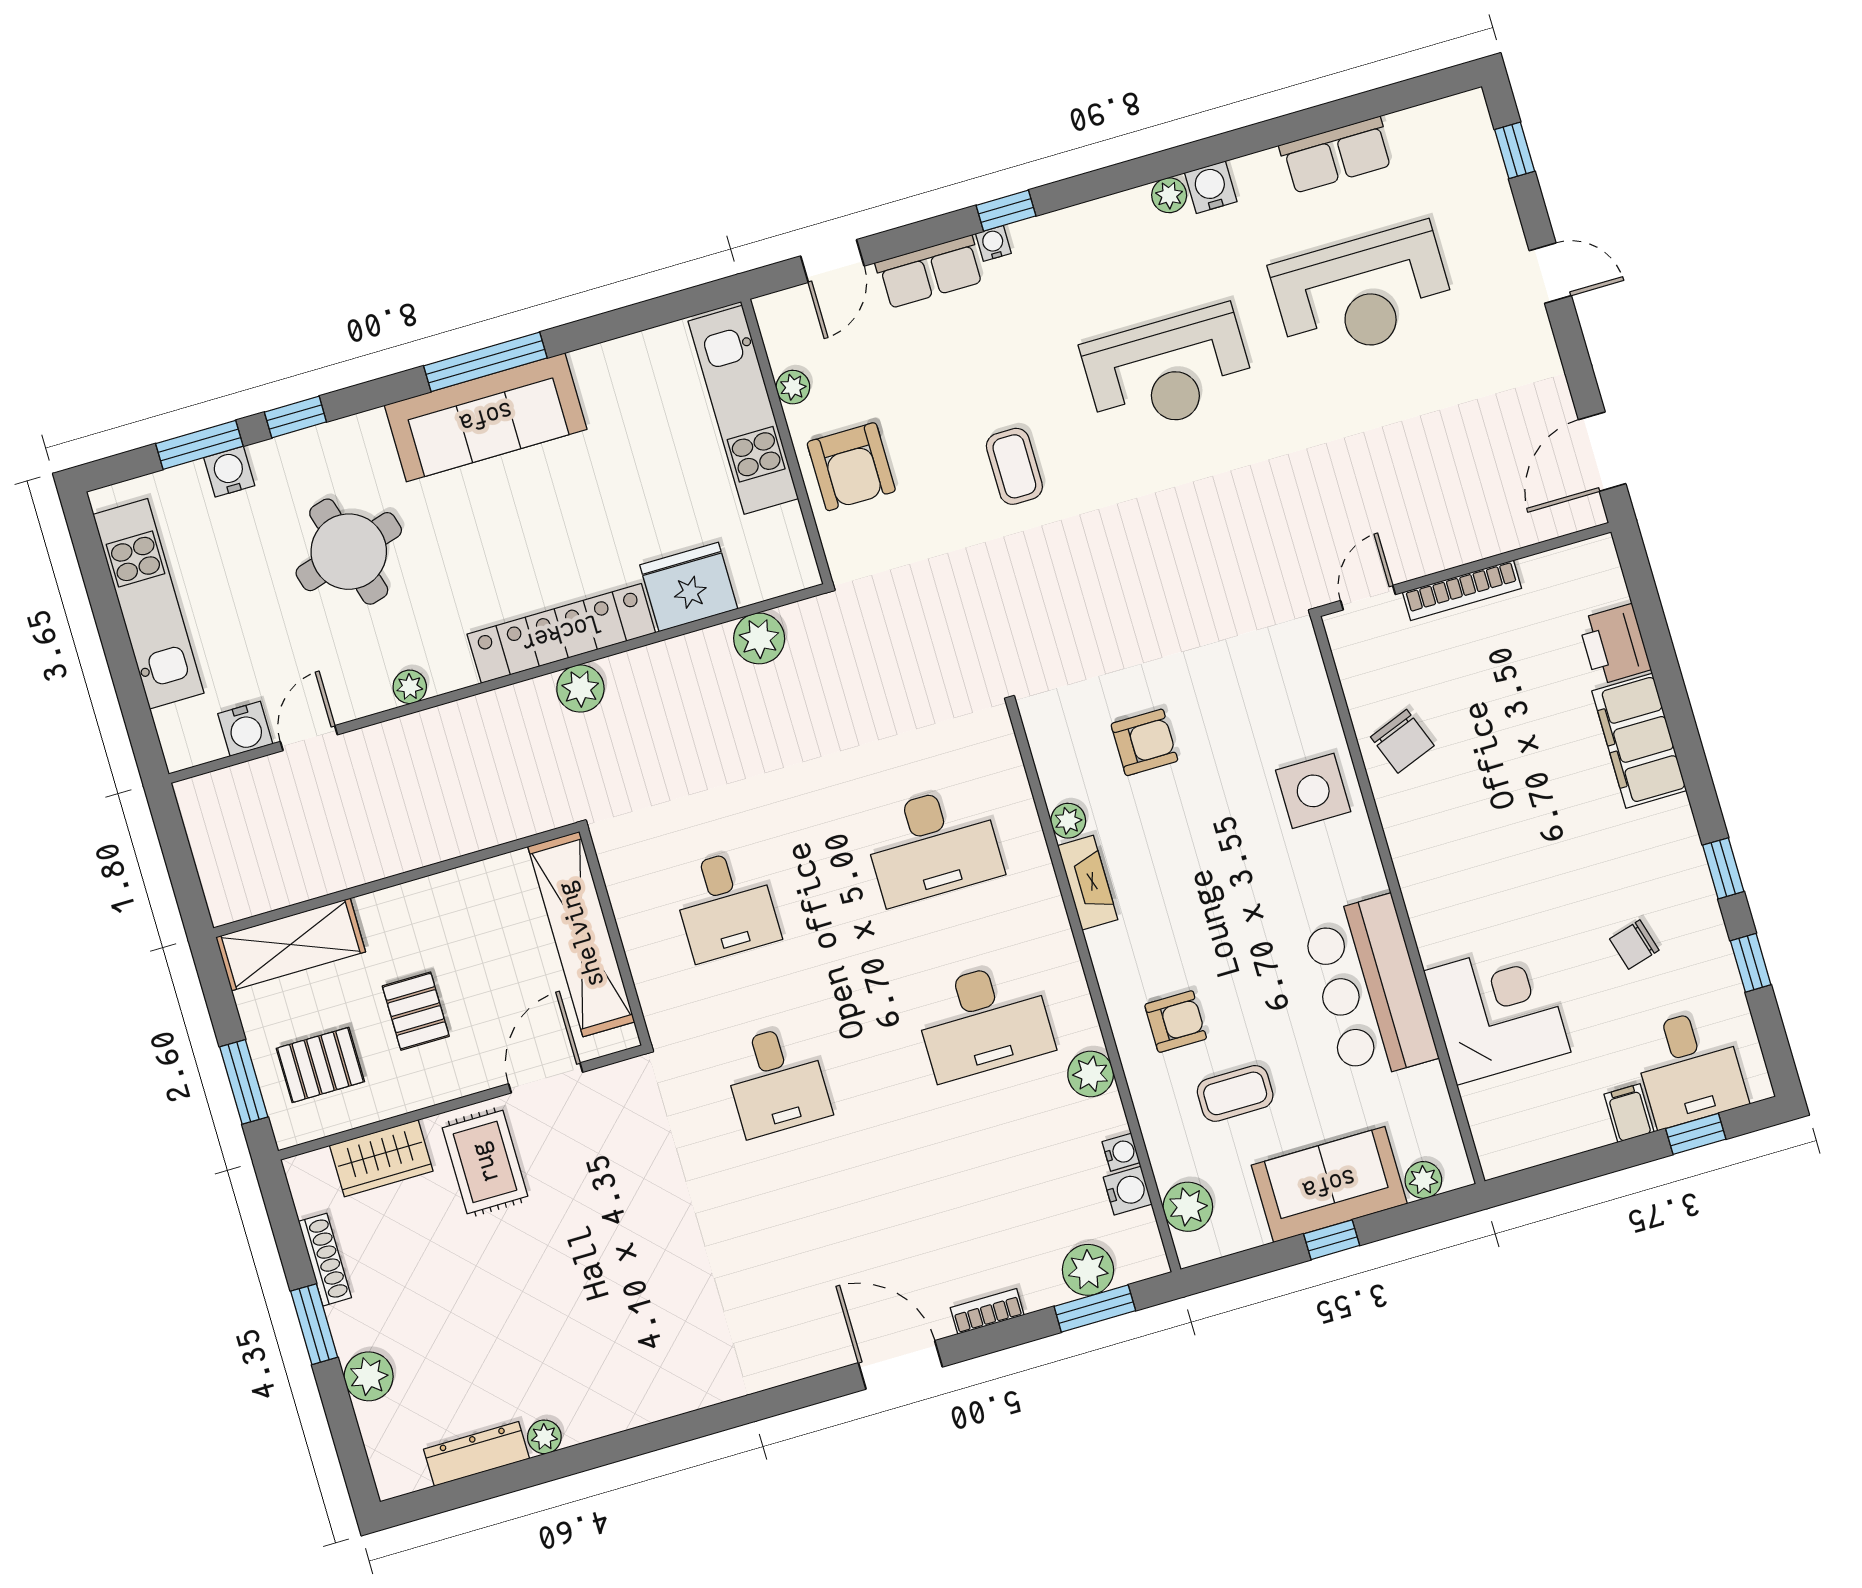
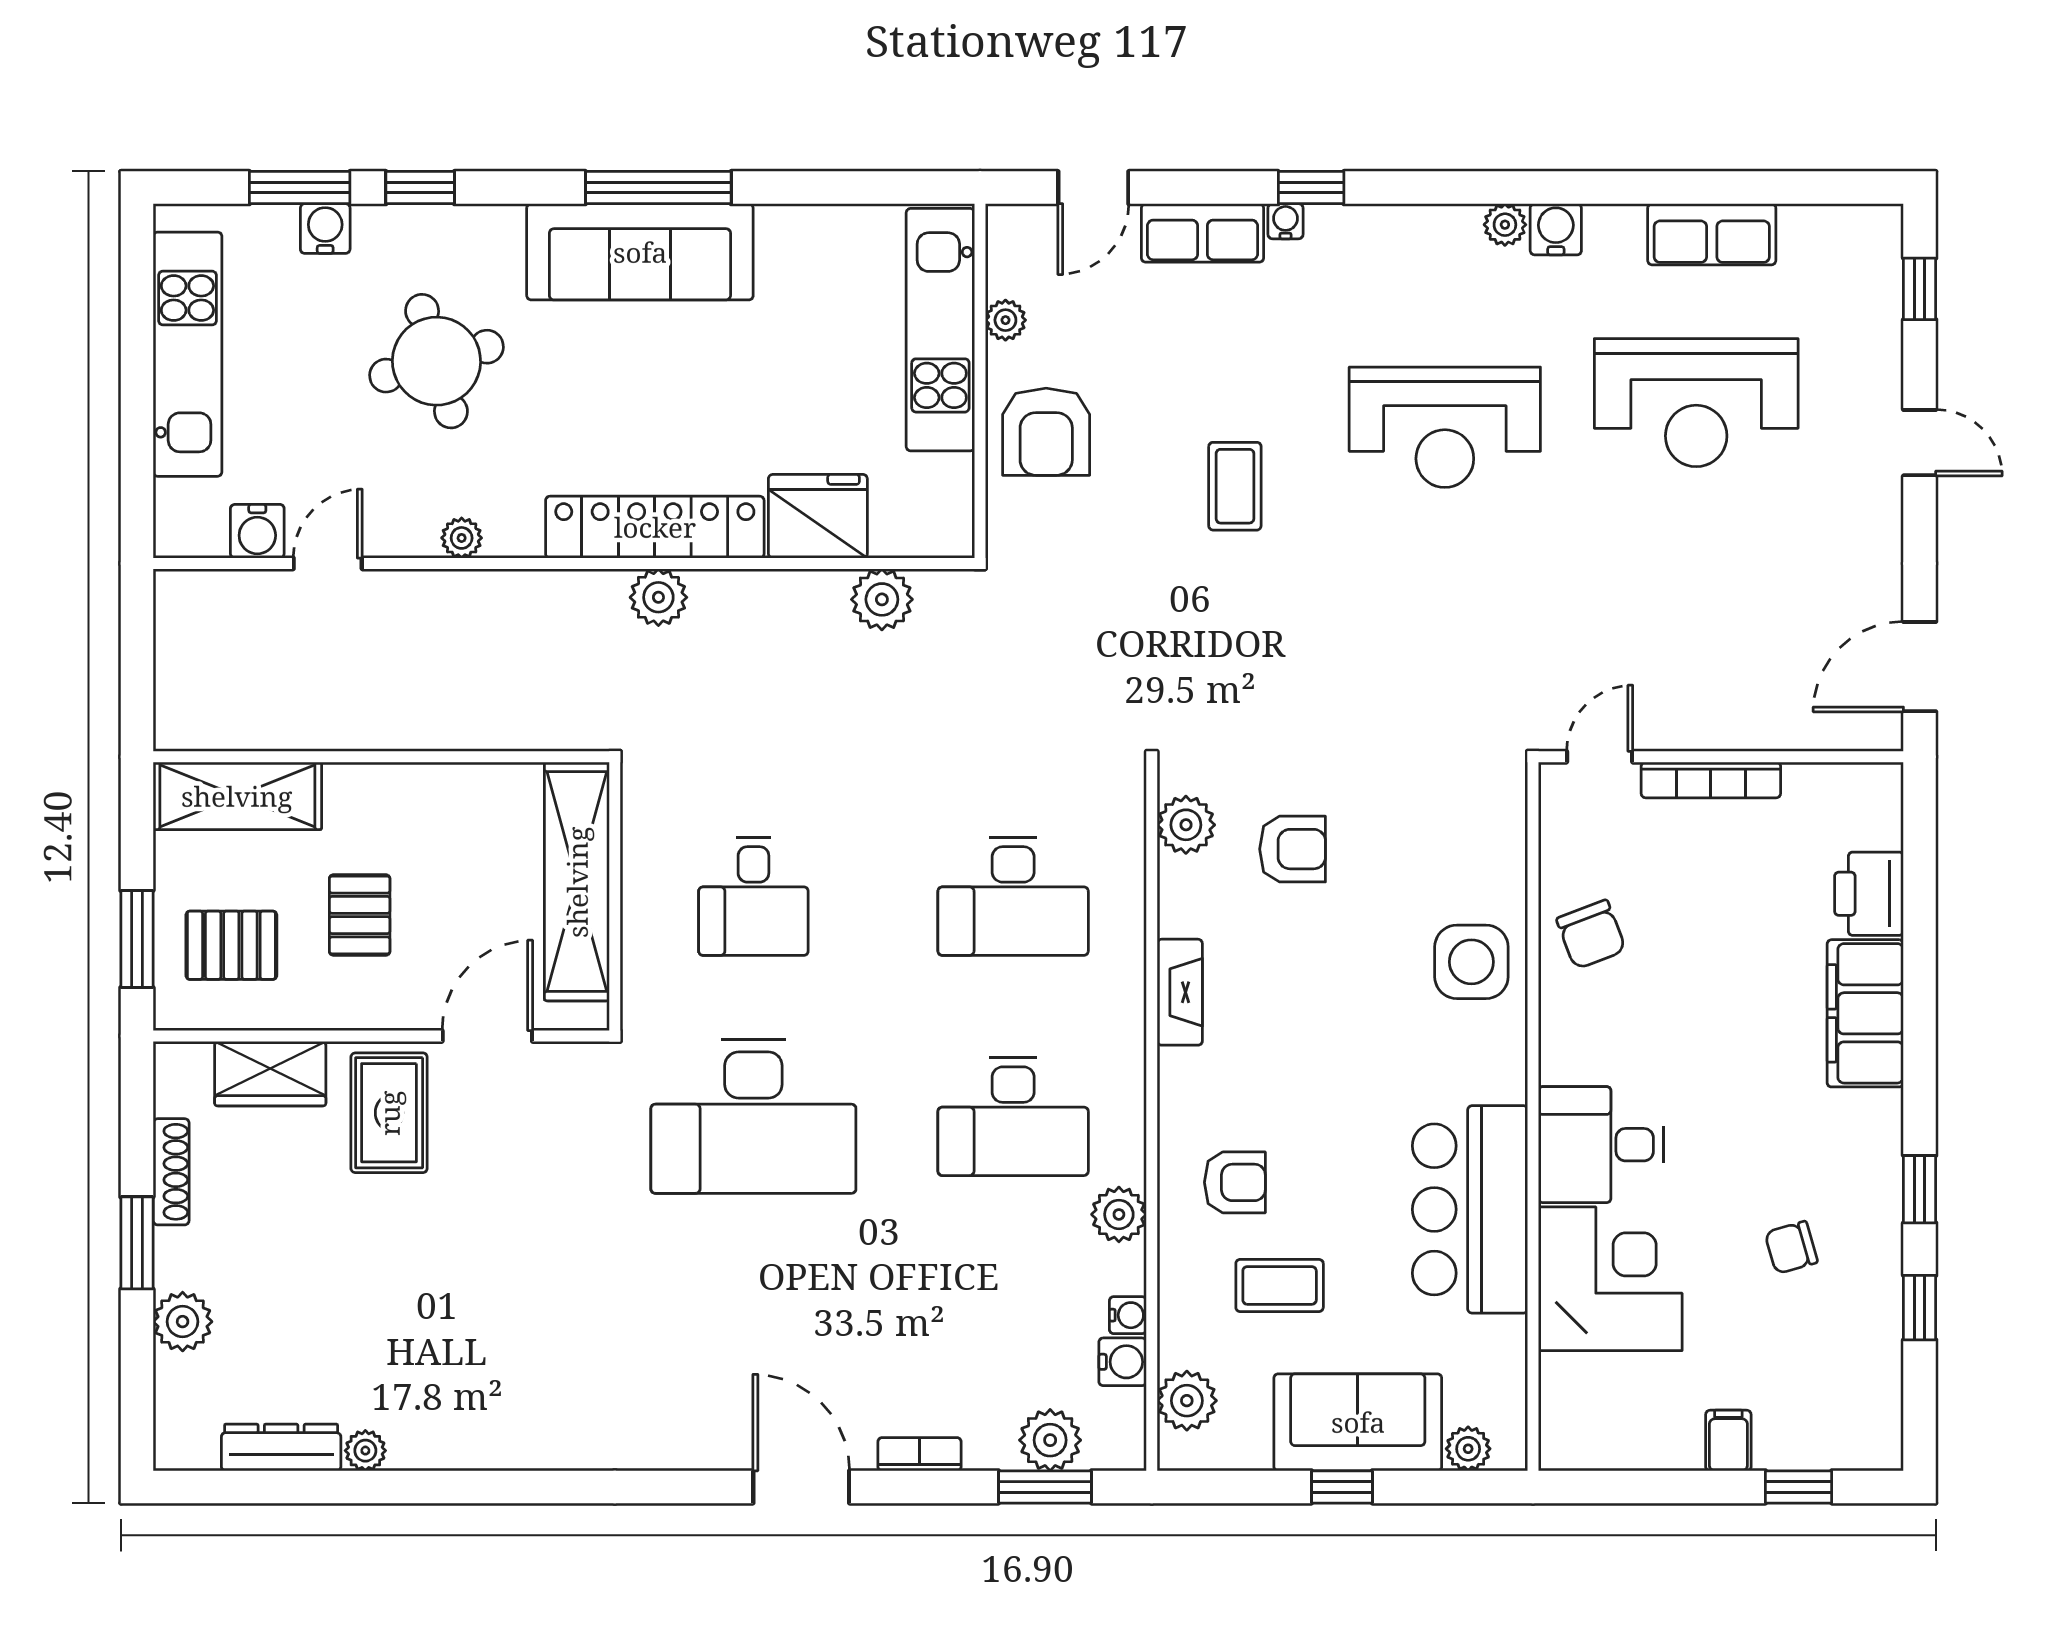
plant: (1068, 821) -> (1186, 825), moved, width x1.38, depth x1.38
desk: (1689, 1068) -> (1601, 1145), moved, turned 90
desk: (776, 1081) -> (753, 1116), width x1.87, depth x1.30

